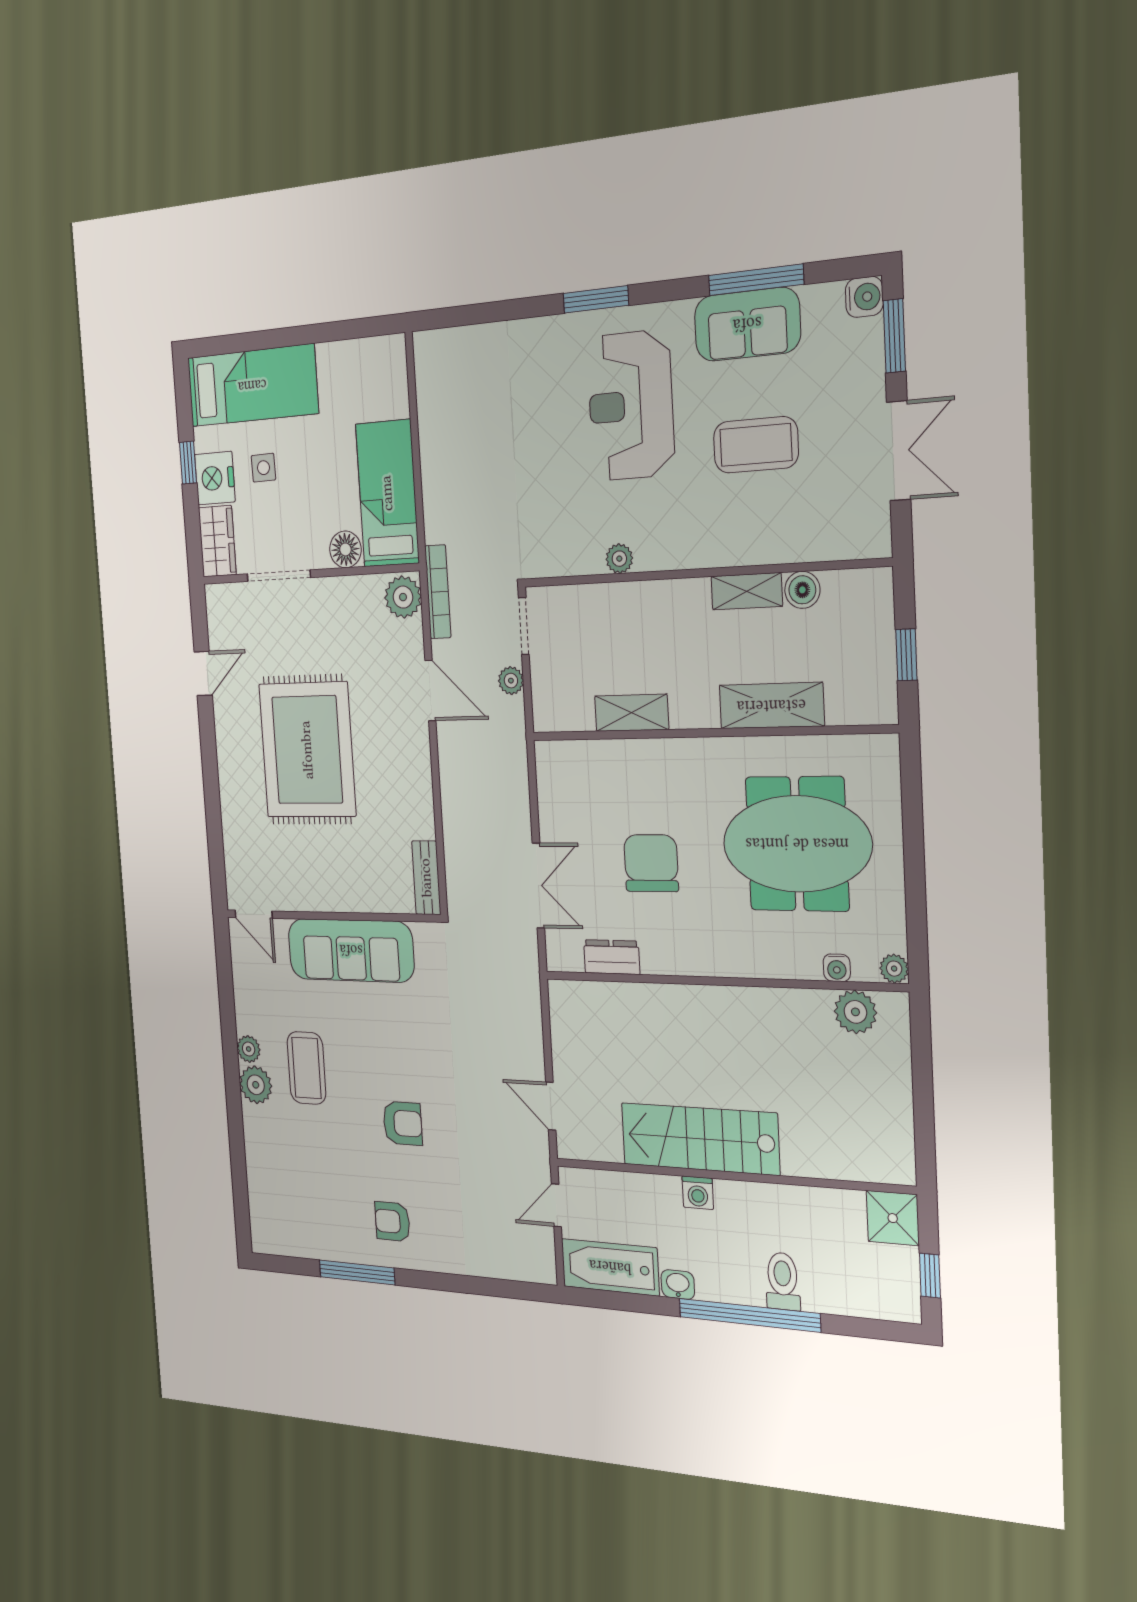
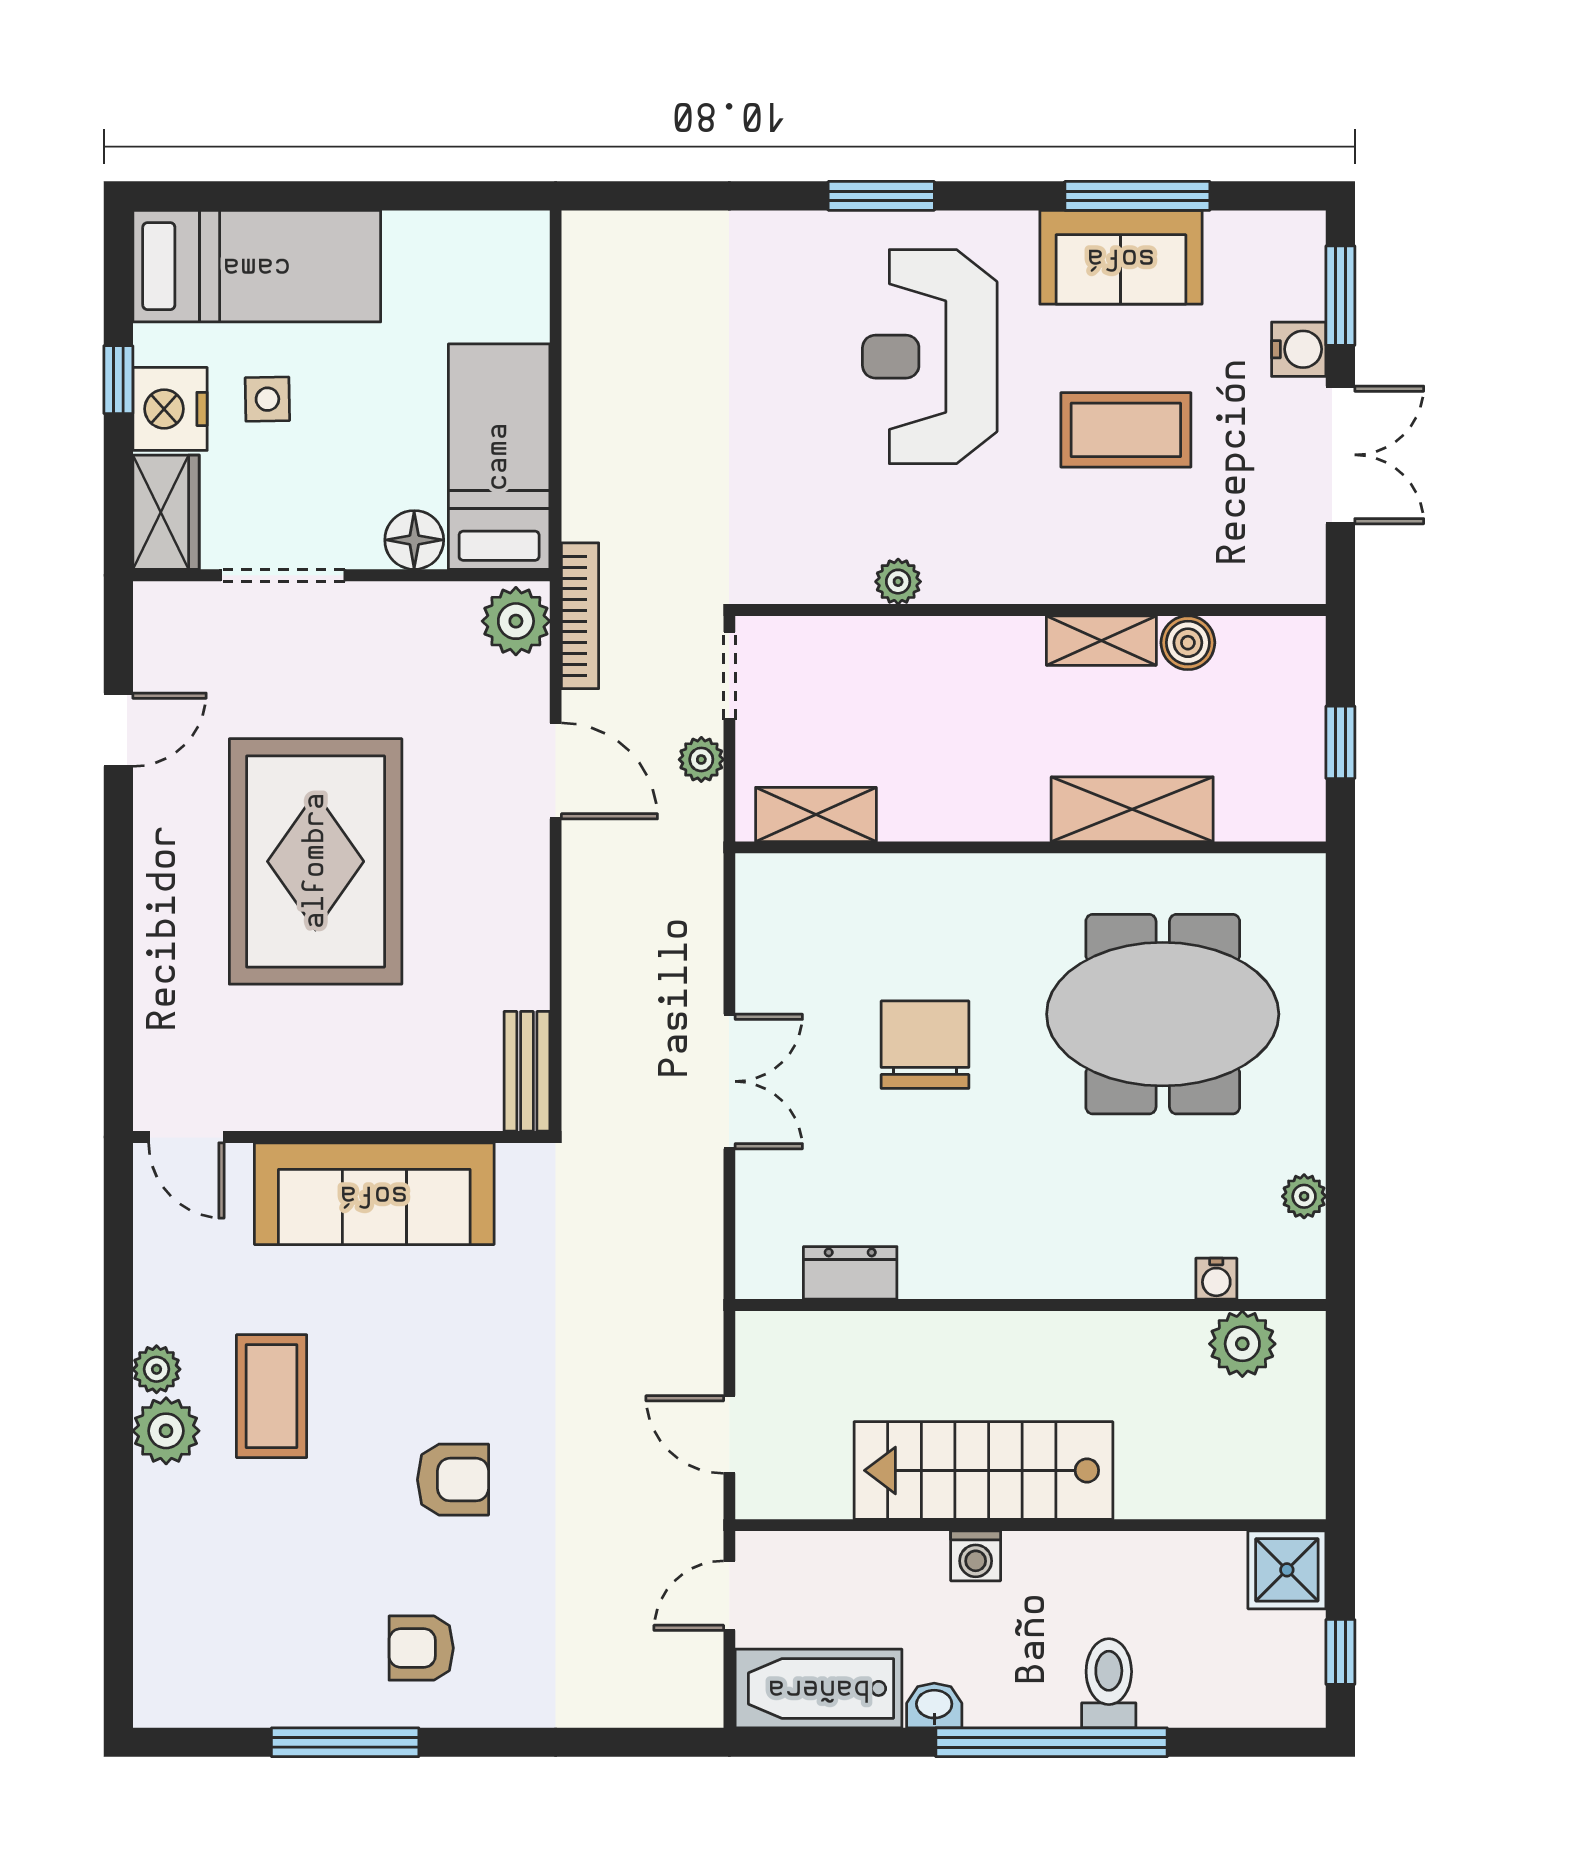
water cooler: (864, 297) -> (1299, 349), moved
shelving: (632, 713) -> (816, 814), moved
dresser: (612, 957) -> (850, 1273), moved
water cooler: (837, 968) -> (1216, 1279), moved
wall: (721, 981) -> (1031, 1305), moved
plant: (855, 1012) -> (1242, 1344), moved

